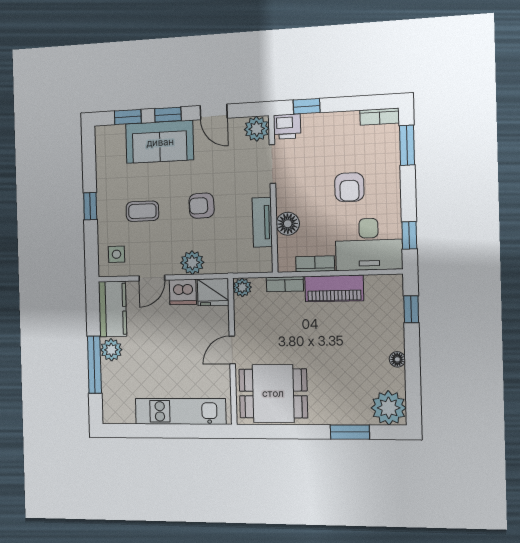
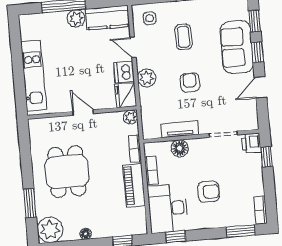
plant: (257, 129) -> (249, 121), removed
armchair: (349, 187) -> (209, 192), turned 180
dining table: (273, 393) -> (67, 172), moved

